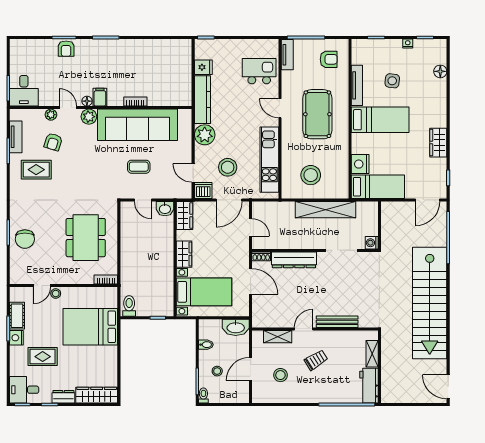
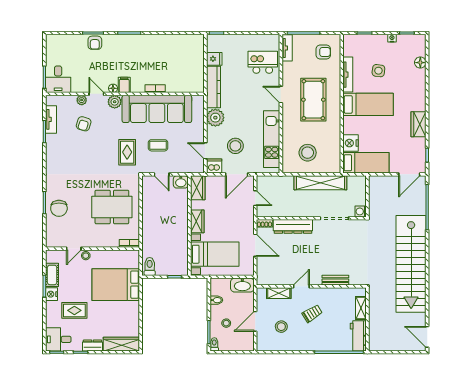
rug: (36, 170) -> (127, 152), moved, turned 90
dining table: (86, 238) -> (112, 207), turned 90
bench: (337, 322) -> (335, 280), width x0.73

